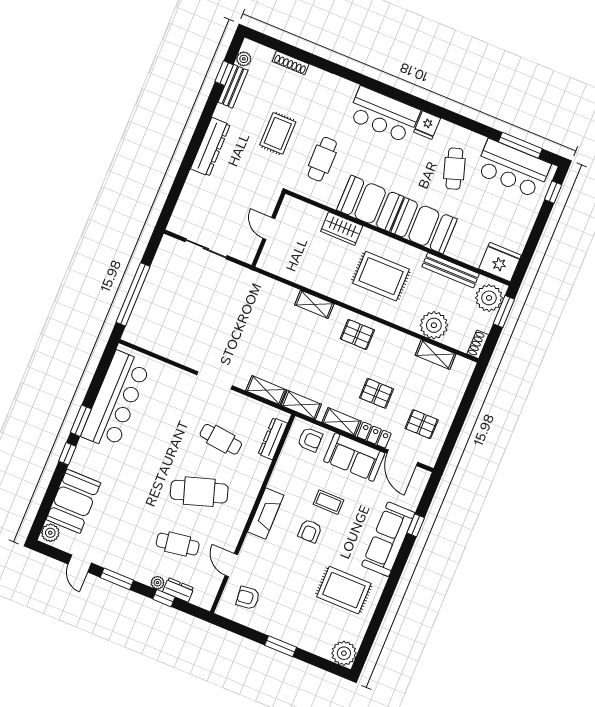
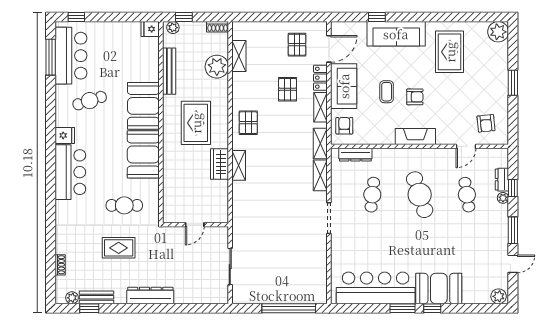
shoe rack: (291, 63) -> (60, 265), width x0.70
wardrobe: (342, 229) -> (220, 164), moved, turned 180
fridge: (500, 262) -> (150, 29), width x0.53, depth x0.75
plant: (489, 298) -> (173, 28), width x0.53, depth x0.53
window: (504, 311) -> (184, 17), width x0.67
booth: (73, 501) -> (439, 289), moved

